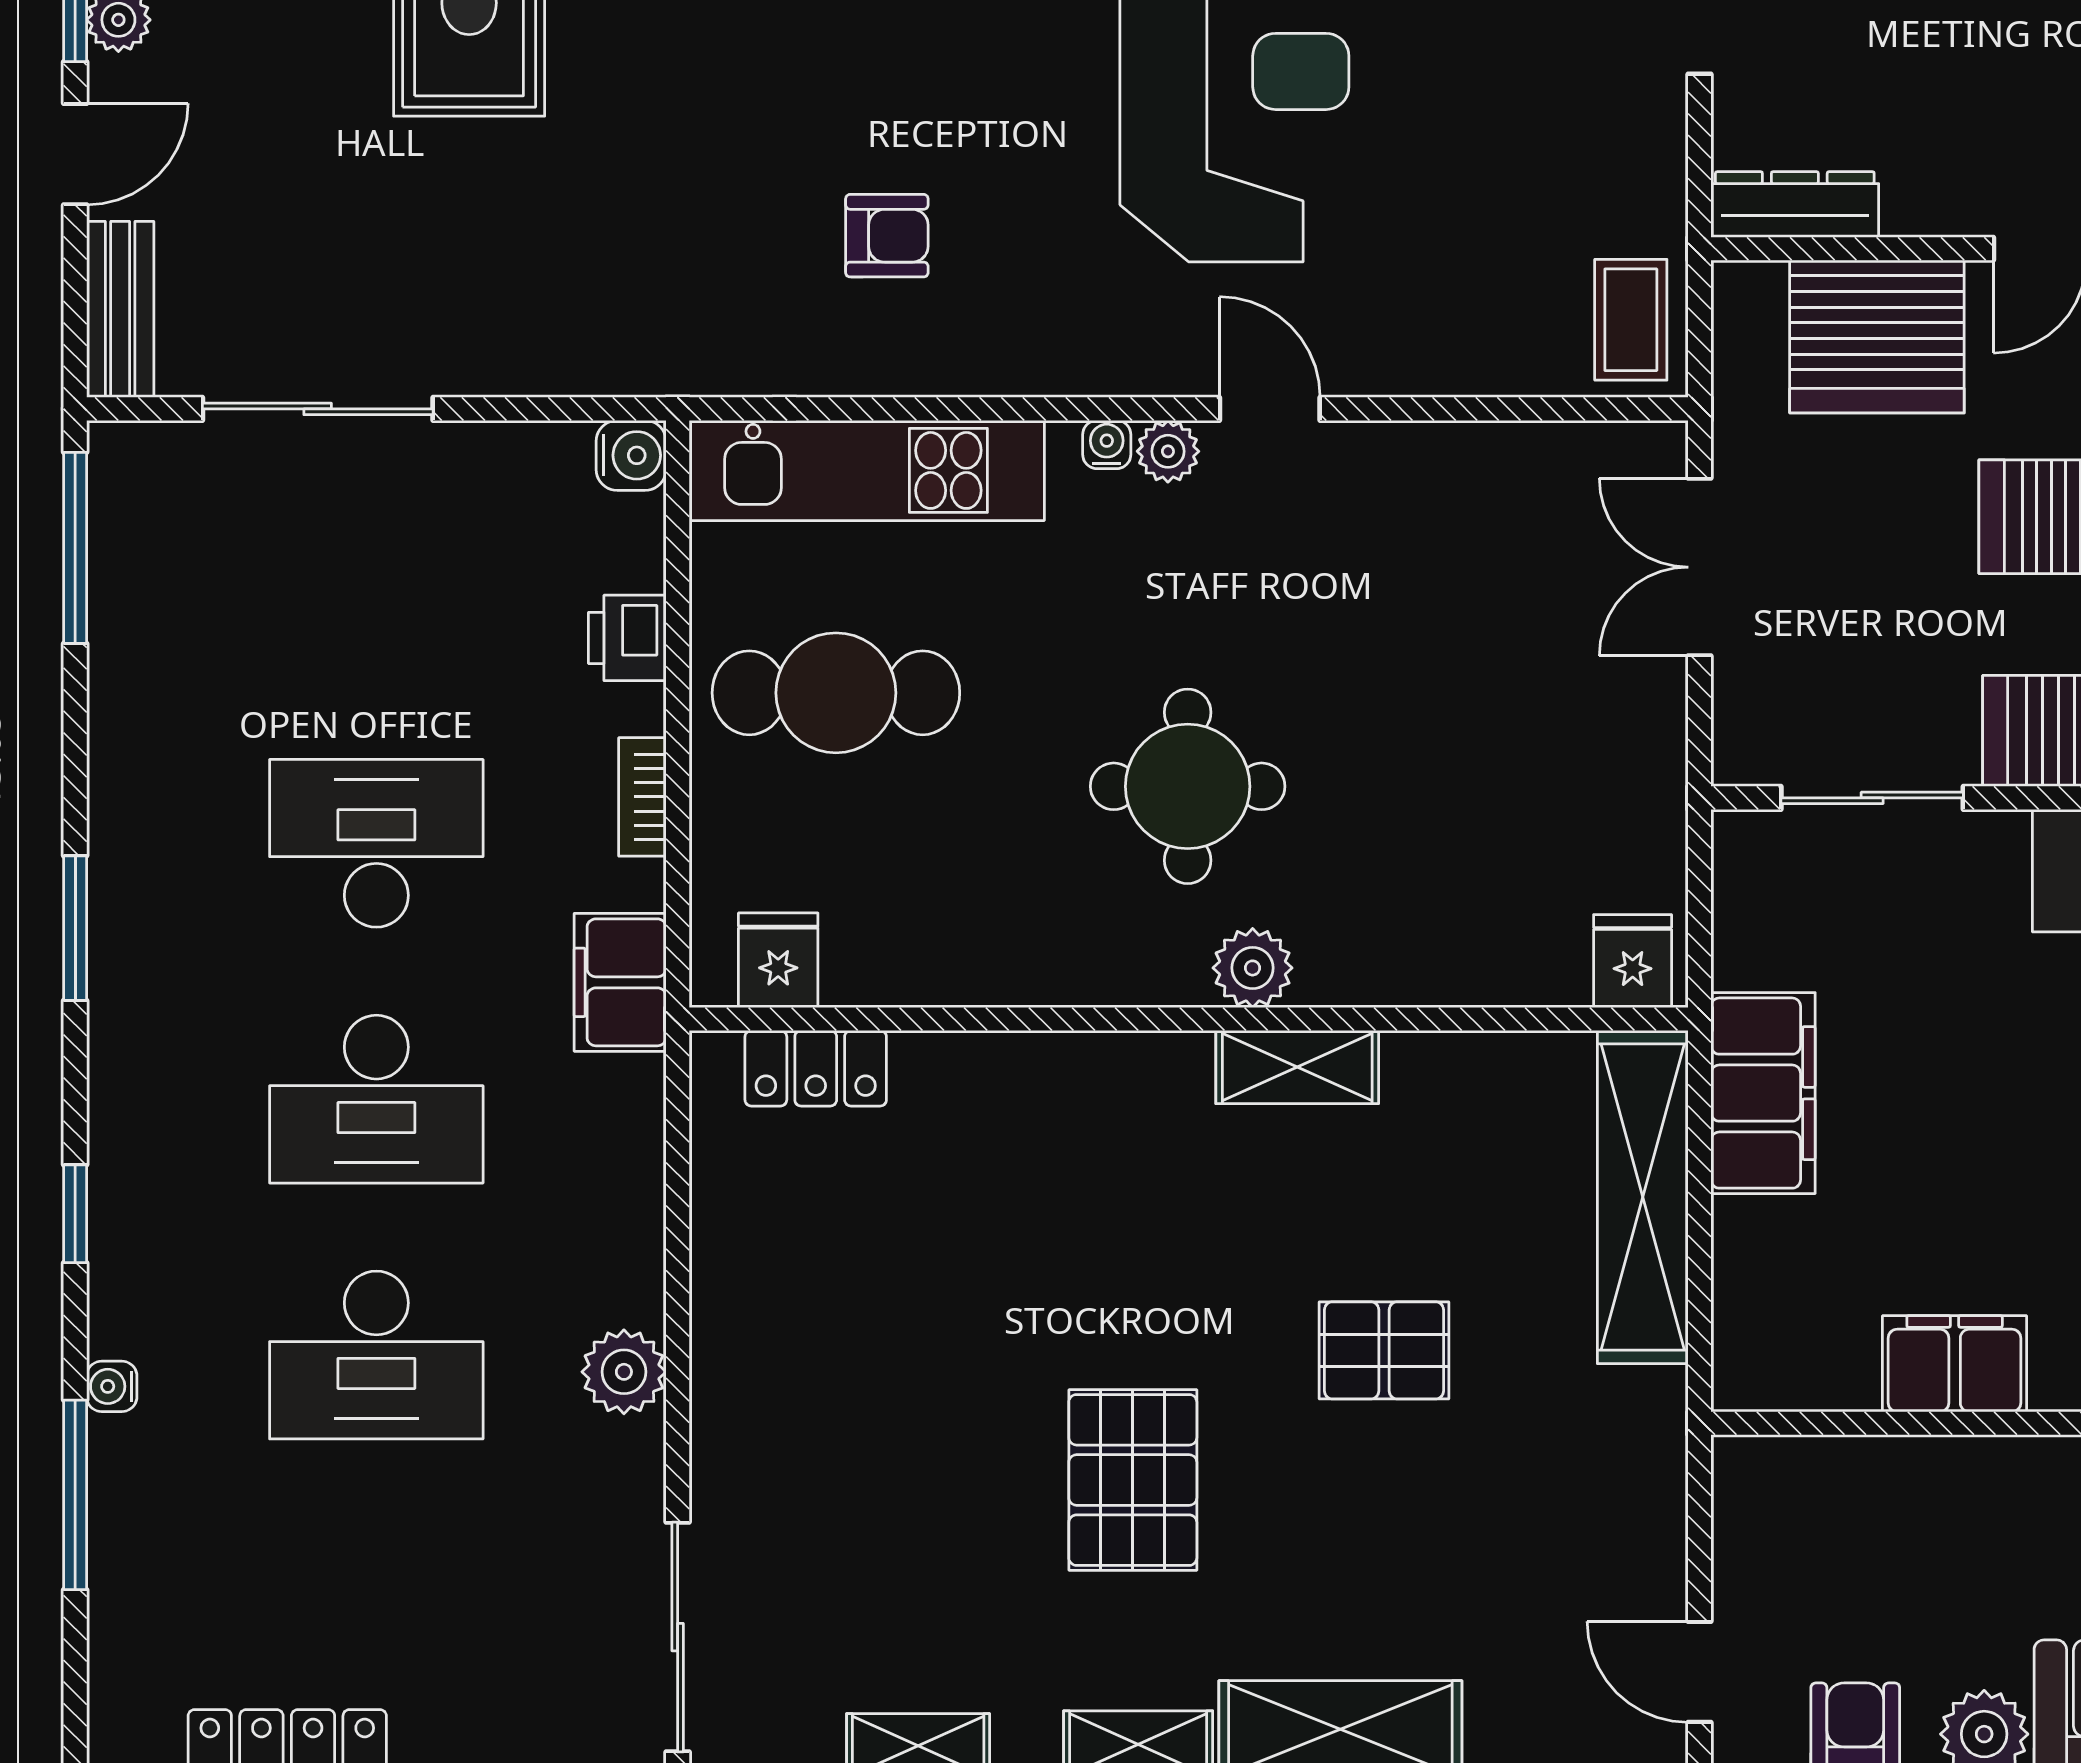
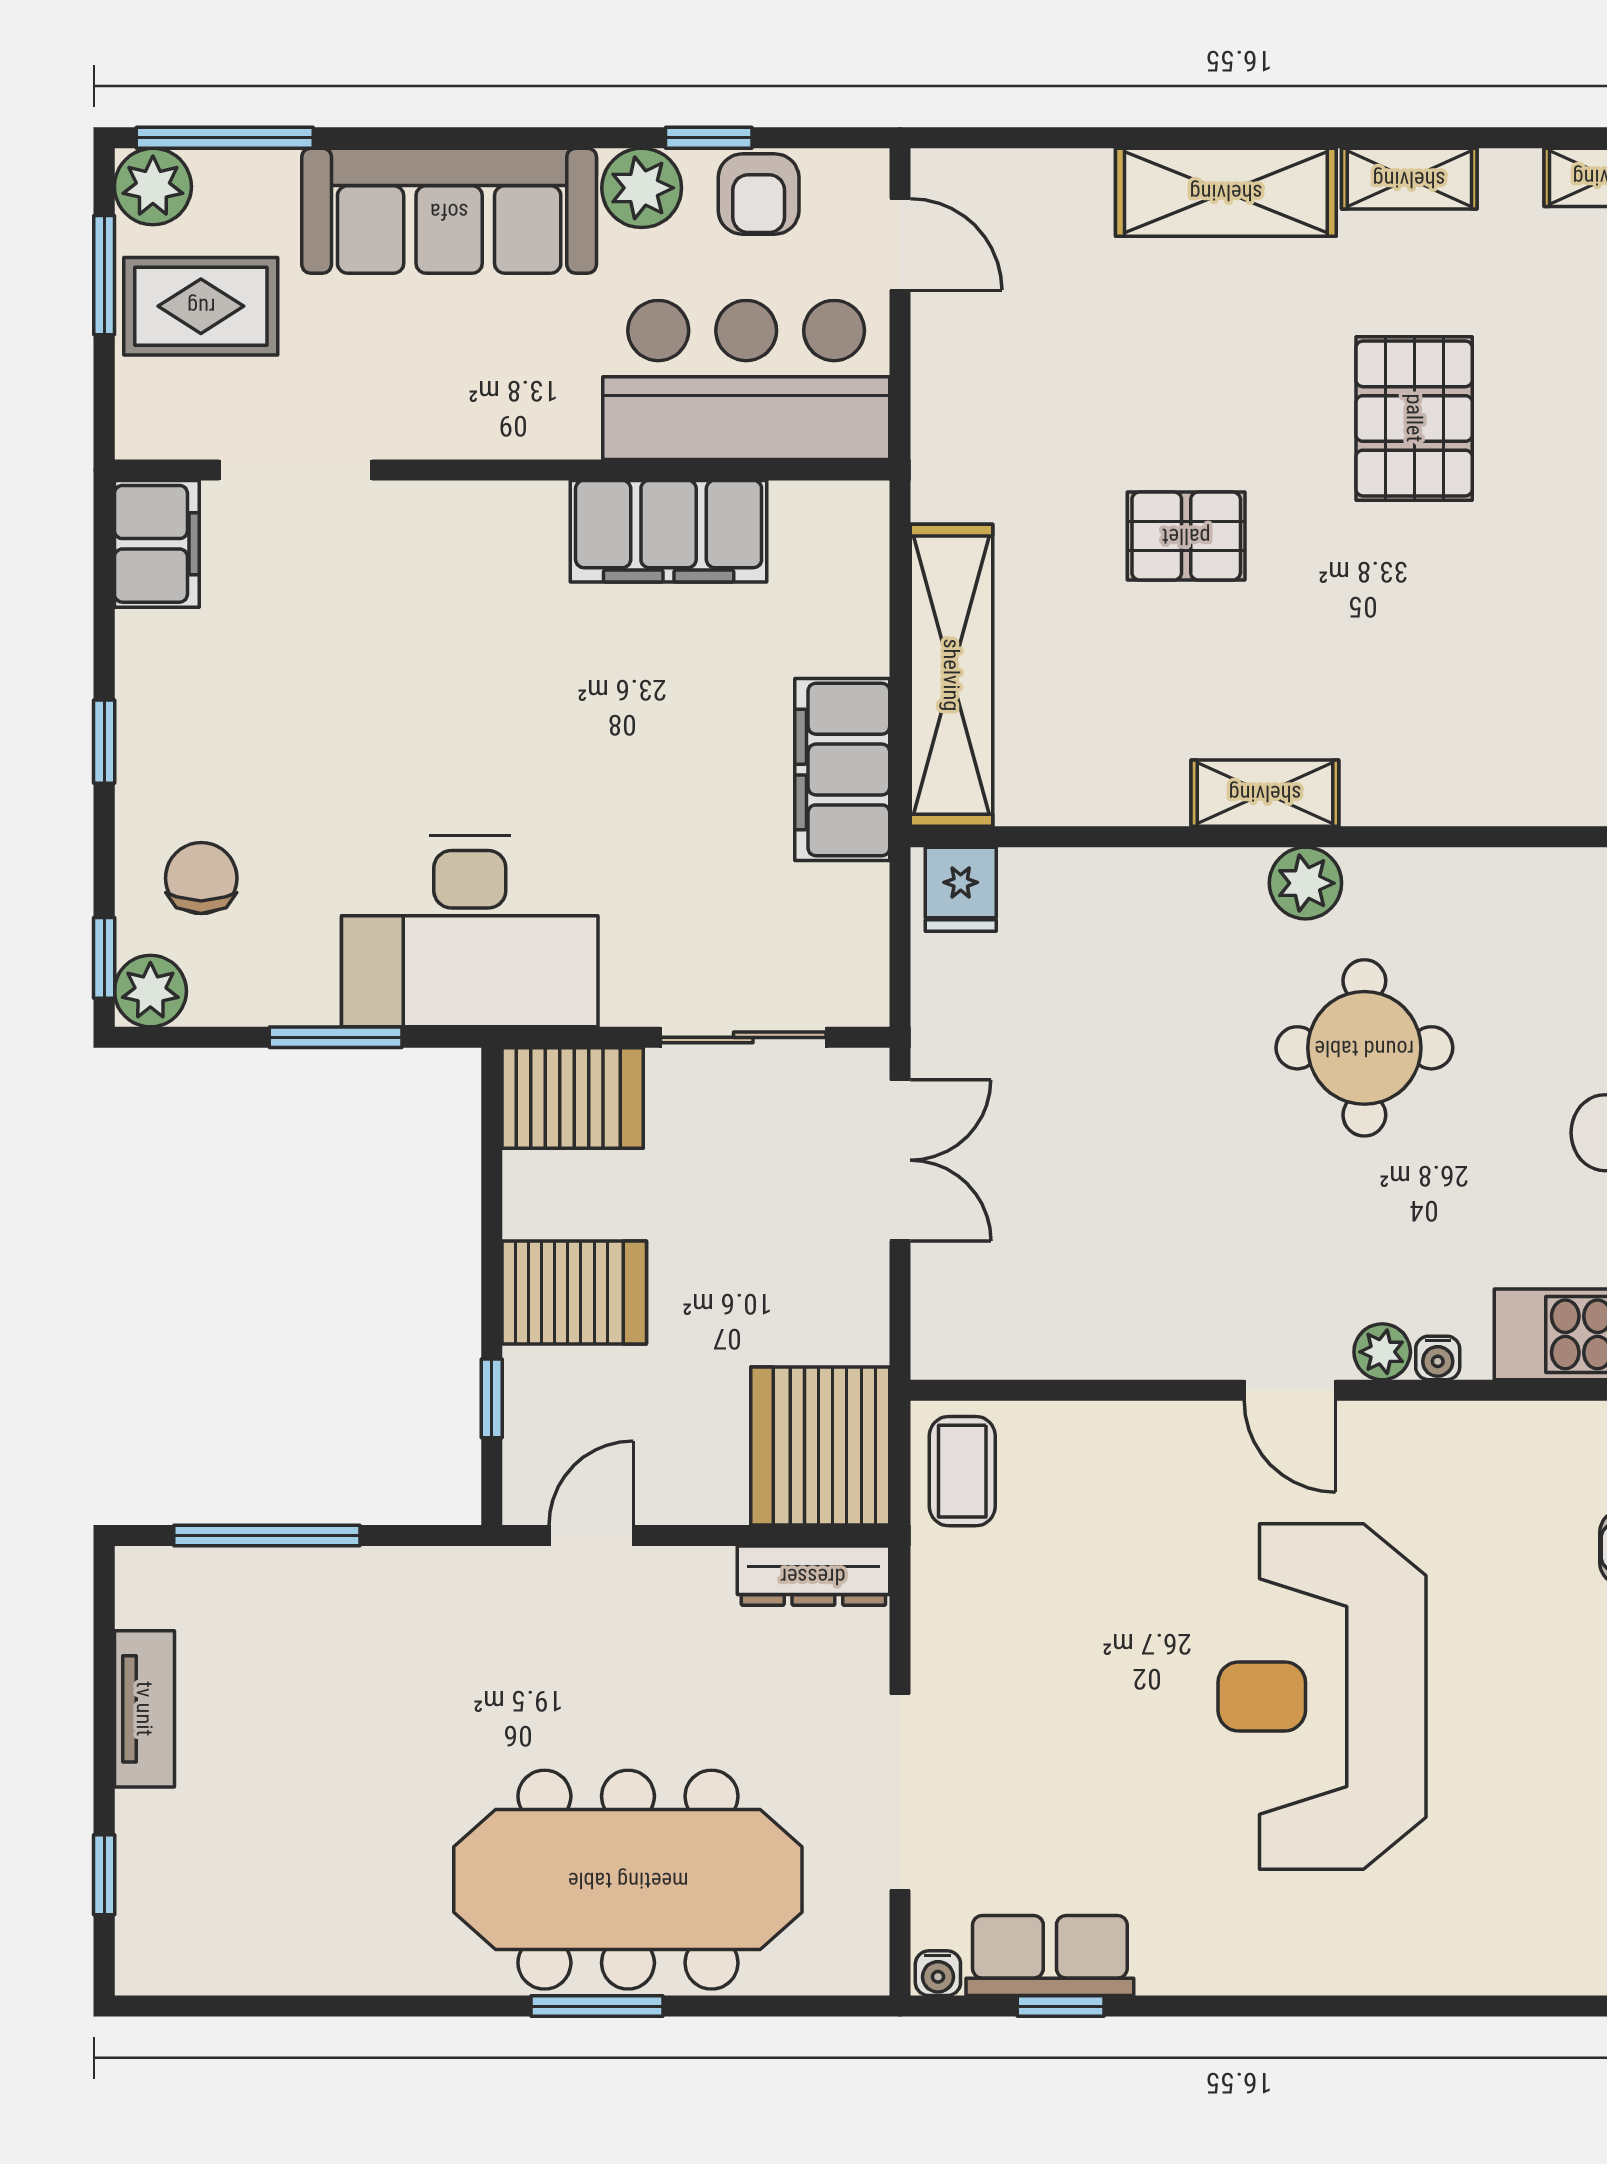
server rack: (1877, 337) -> (820, 1446), moved, turned -90
double door: (1700, 567) -> (900, 1160), moved
filing cabinet: (1955, 1364) -> (669, 531), width x1.50, depth x1.17
bar counter: (1869, 1522) -> (746, 380), added

